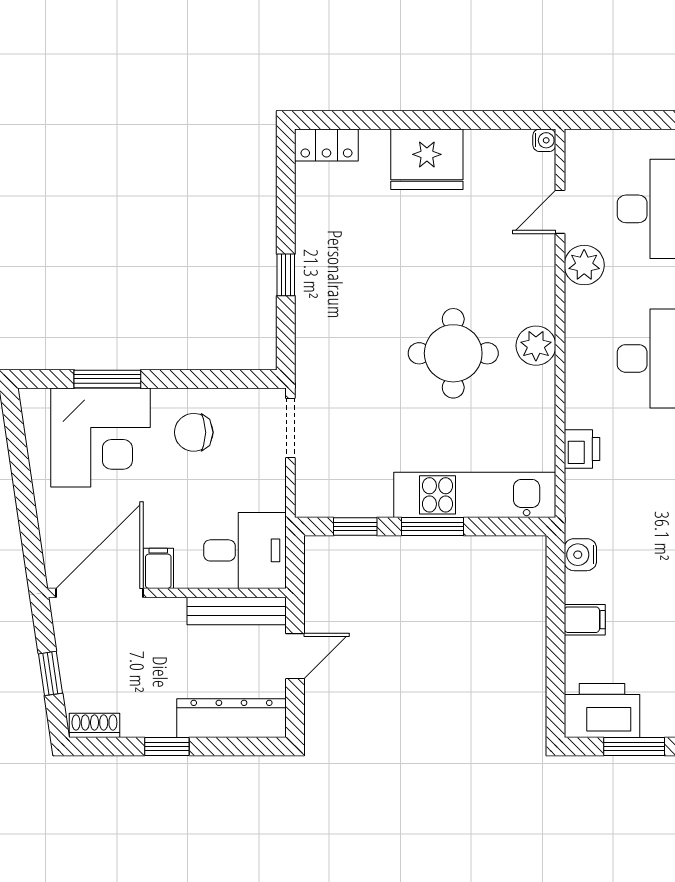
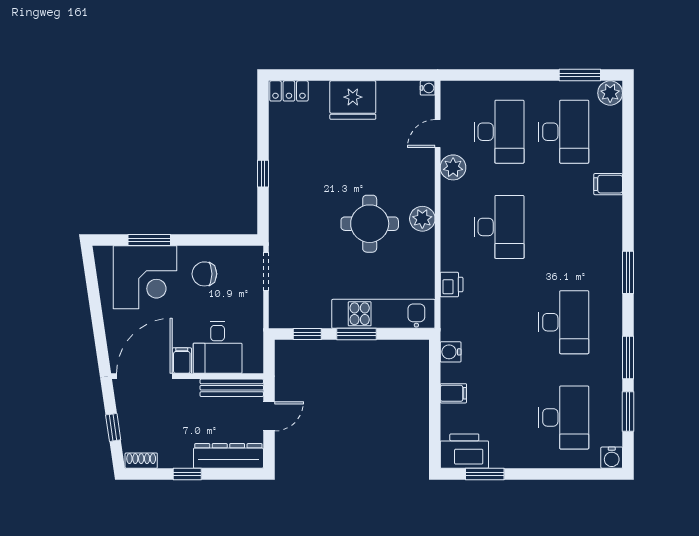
desk: (245, 550) -> (218, 347), moved, turned 90

